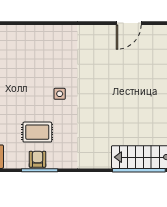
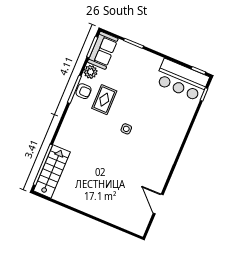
plant: (13, 160) -> (91, 72), added

